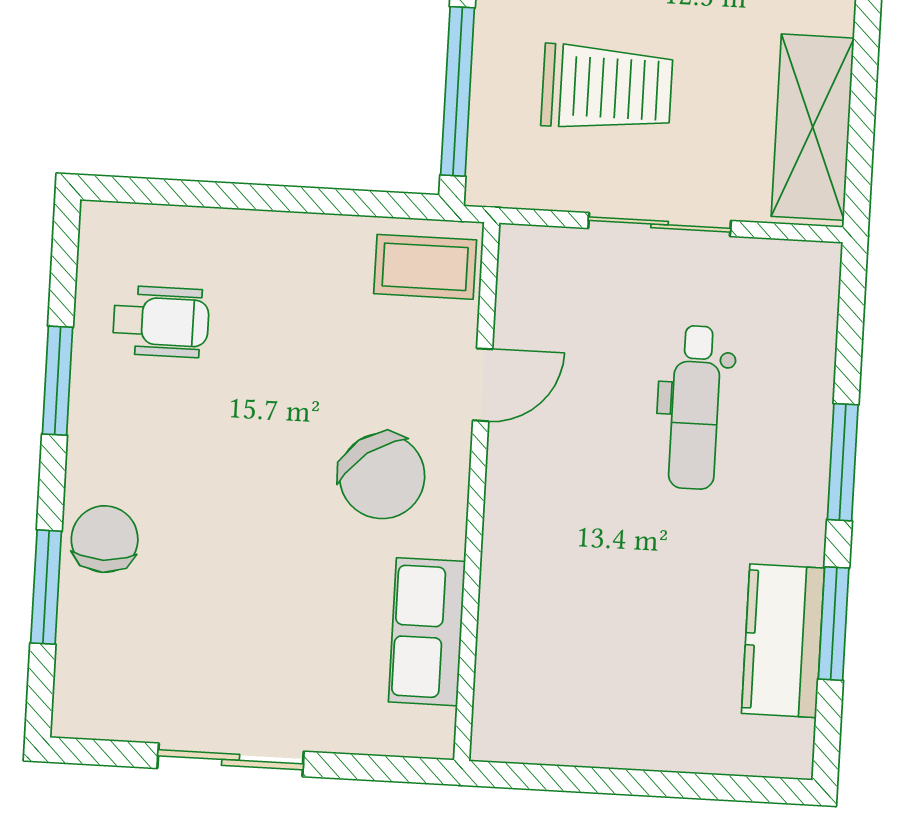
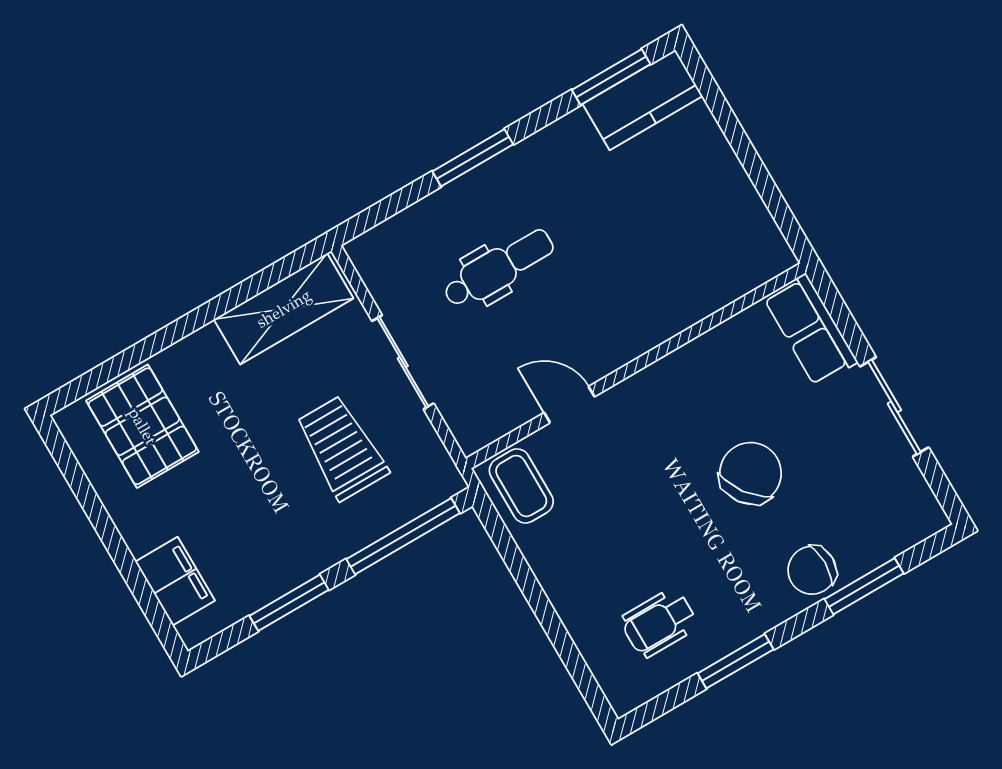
wheelchair: (161, 322) -> (659, 623), turned -90
chair: (382, 476) -> (750, 473), moved
window: (834, 624) -> (611, 77), moved
row of seats: (427, 632) -> (810, 330), moved, turned 90
kitchen counter: (783, 641) -> (642, 100), moved

